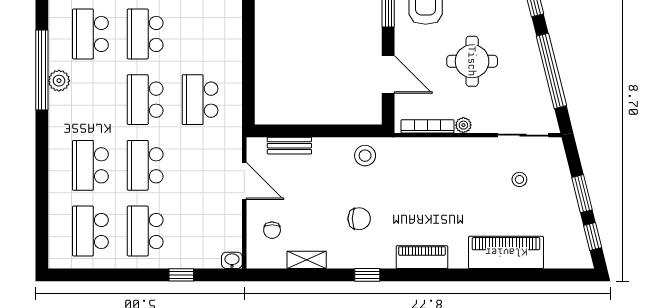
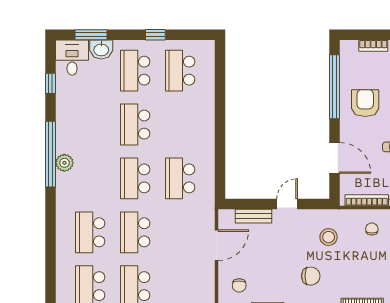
school desk: (90, 34) -> (90, 125), removed
door: (330, 131) -> (287, 204), added
stool: (365, 156) -> (329, 237), moved
chair: (434, 161) -> (372, 229), added
door: (244, 181) -> (216, 245), hinge flipped

